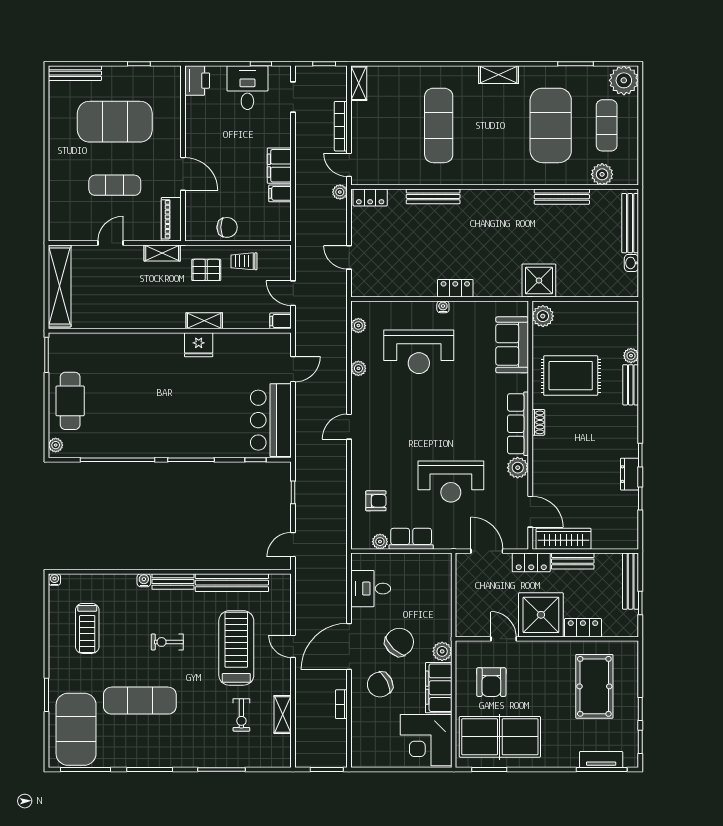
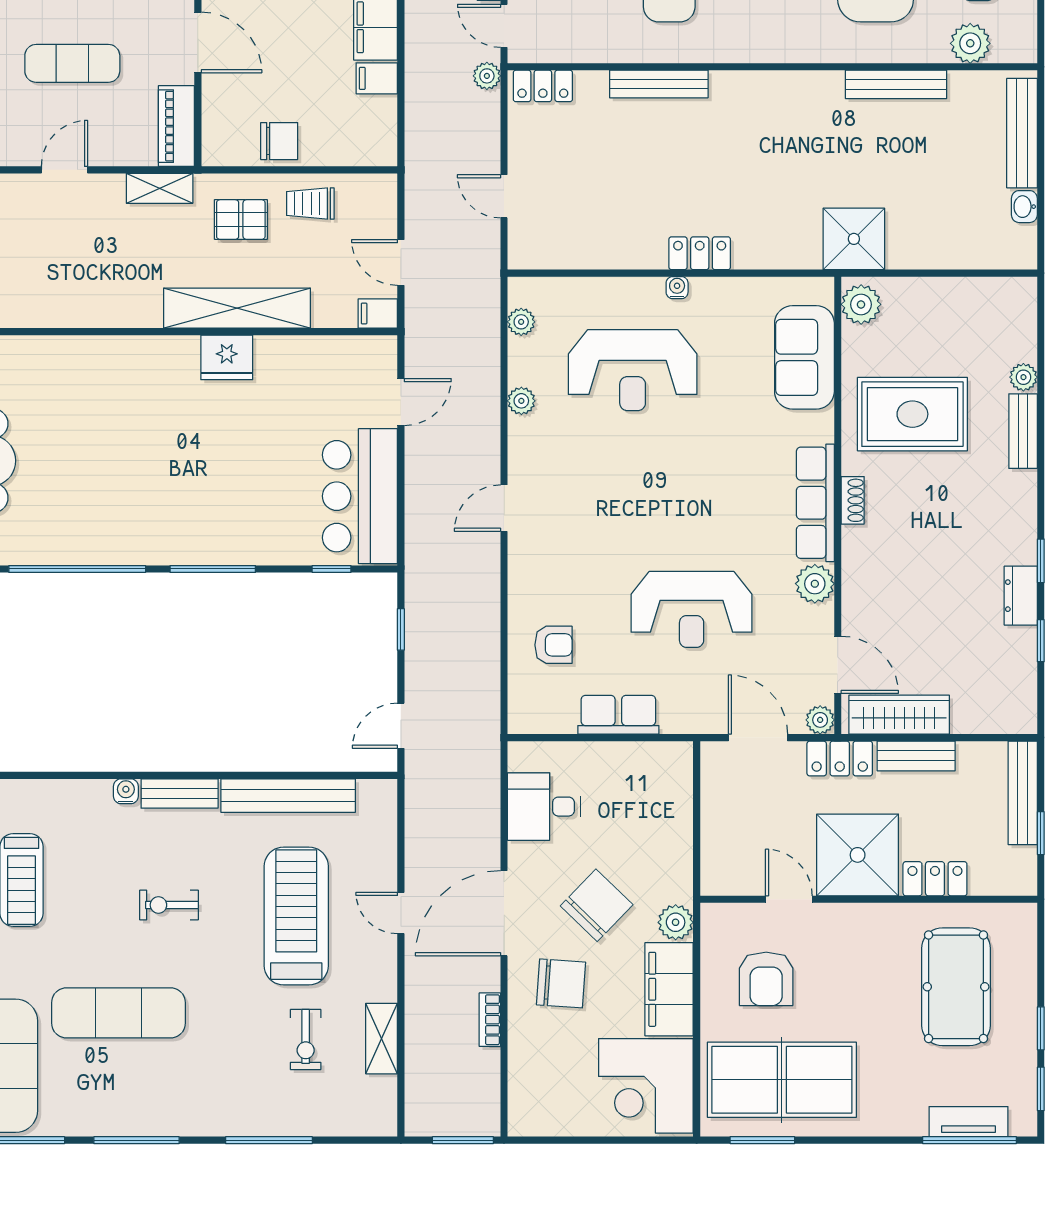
shelving: (204, 321) -> (237, 308), width x2.20, depth x1.33
plant: (380, 542) -> (820, 720), moved
chair: (380, 685) -> (561, 983), turned -149

